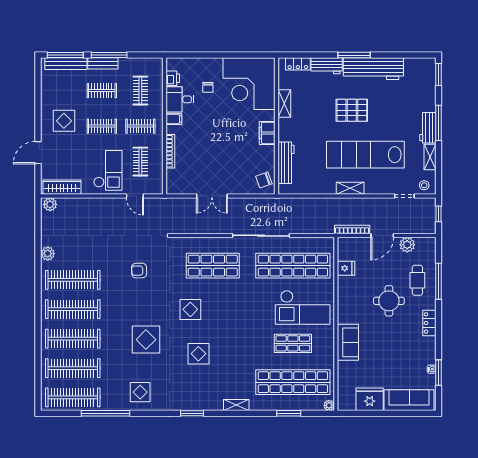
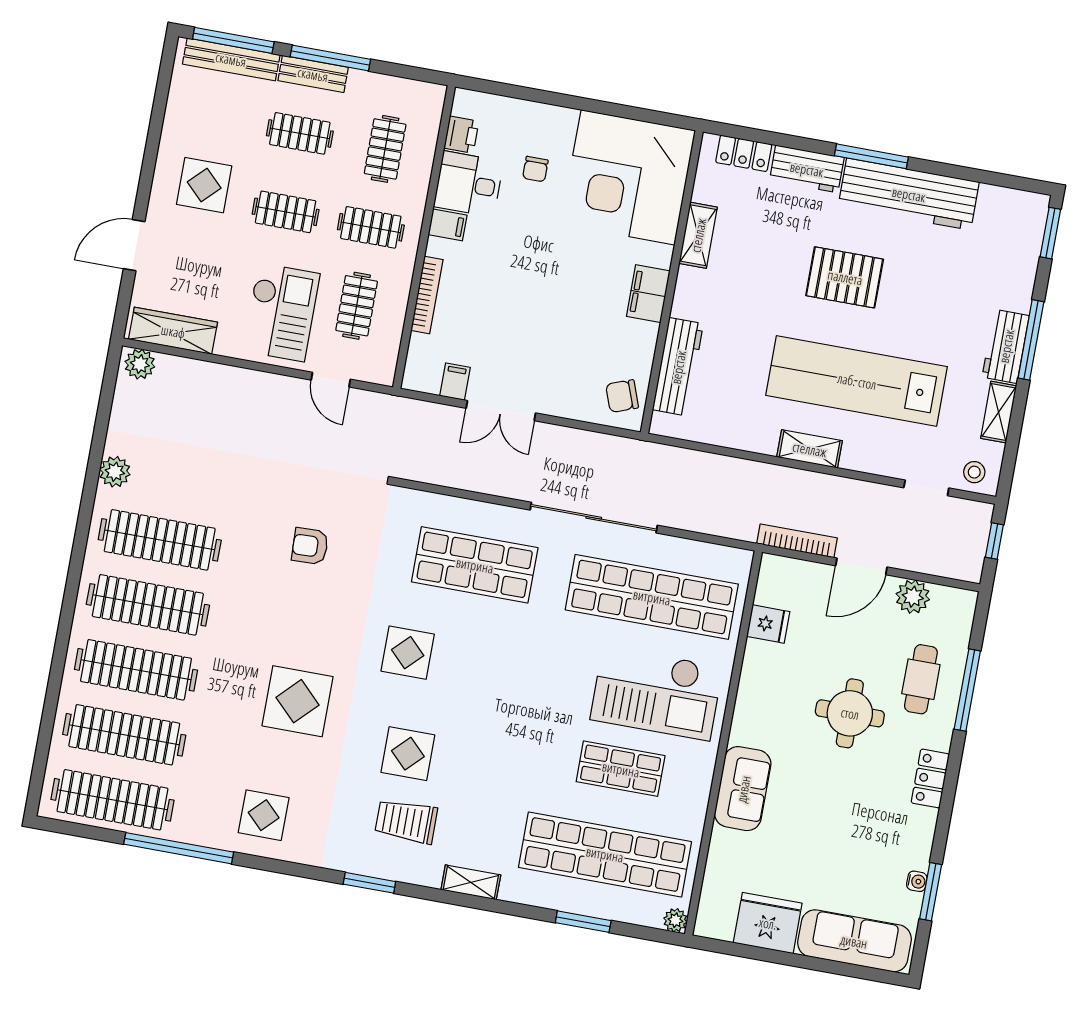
filing cabinet: (189, 187) -> (455, 382), added
trolley: (203, 383) -> (406, 821), added

